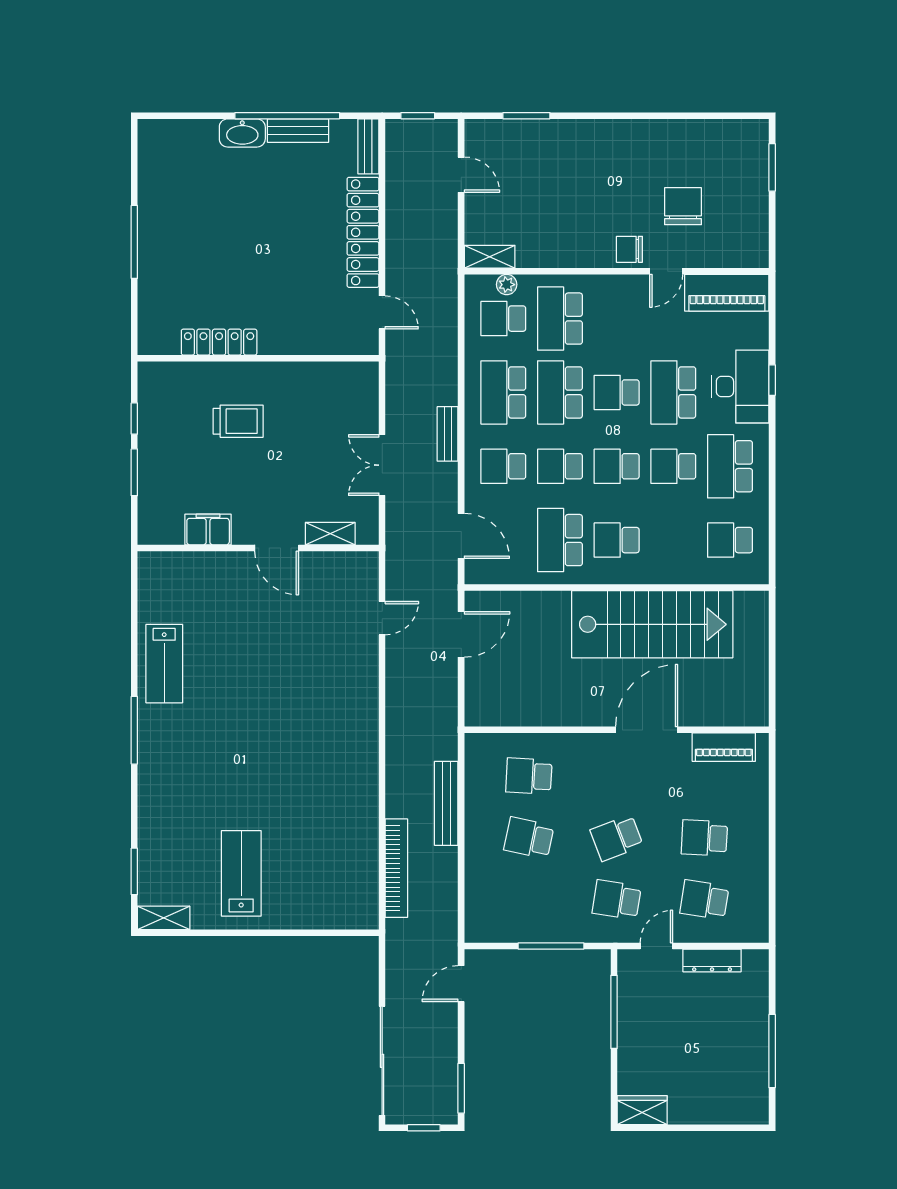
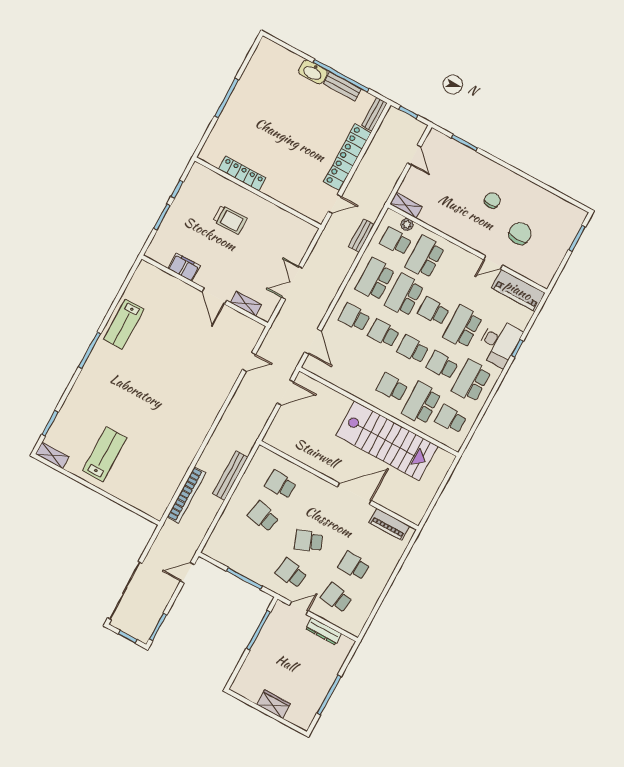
chair: (629, 249) -> (492, 200), moved, turned 90
door: (382, 312) -> (335, 204), hinge flipped
bench: (448, 434) -> (361, 236), moved
school desk: (560, 540) -> (421, 403), moved
wardrobe: (642, 1110) -> (273, 704), moved

